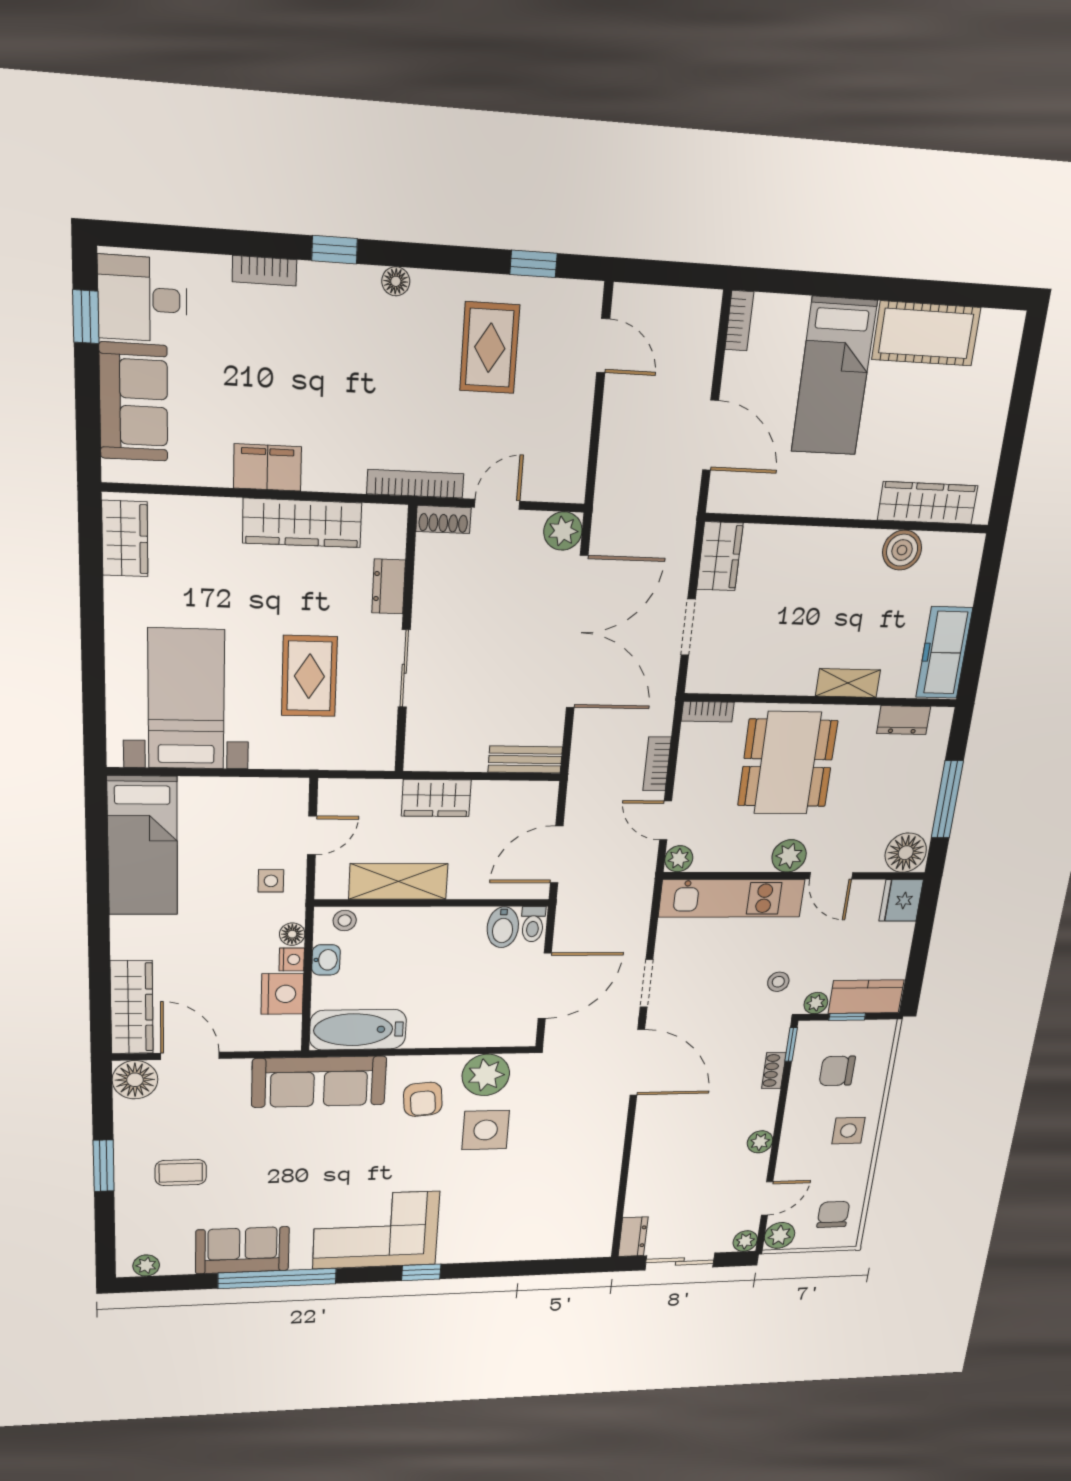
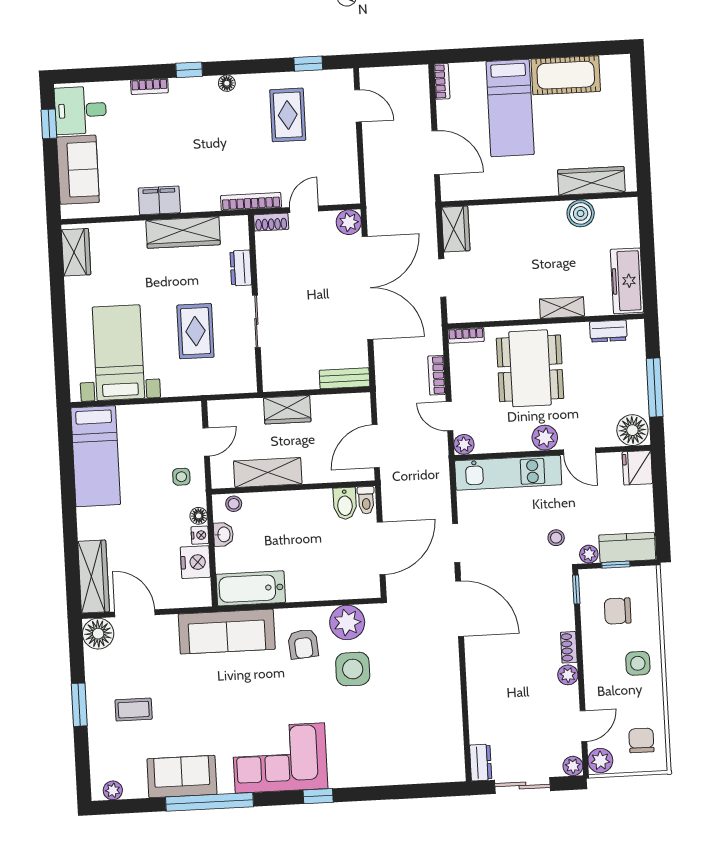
shoe rack: (774, 1070) -> (569, 647), moved

